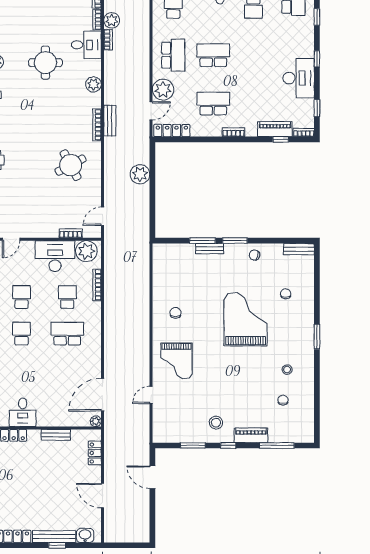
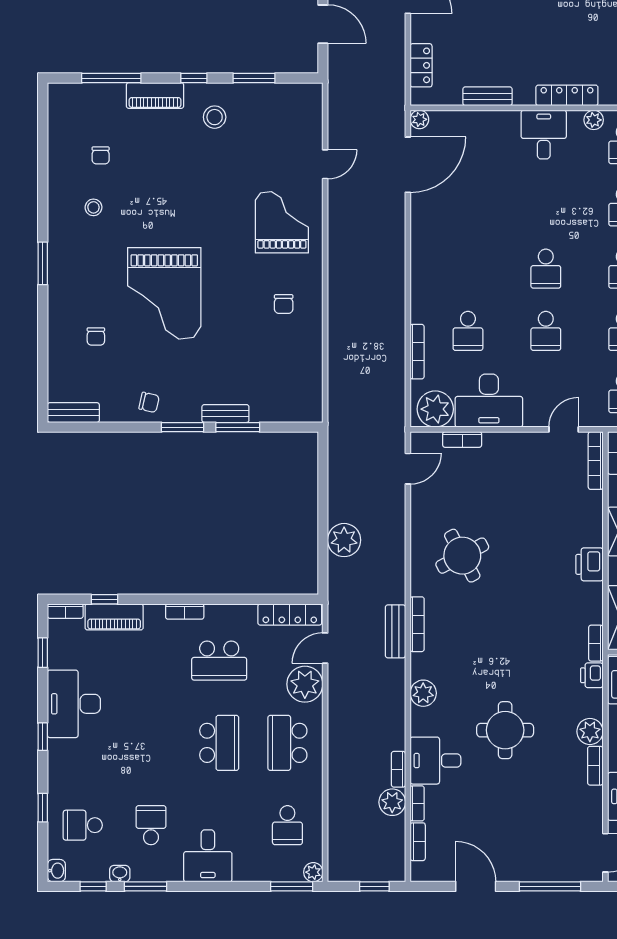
school desk: (213, 55) -> (219, 743), turned -90
school desk: (67, 334) -> (468, 269), removed

